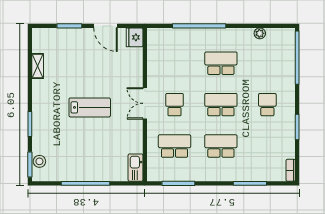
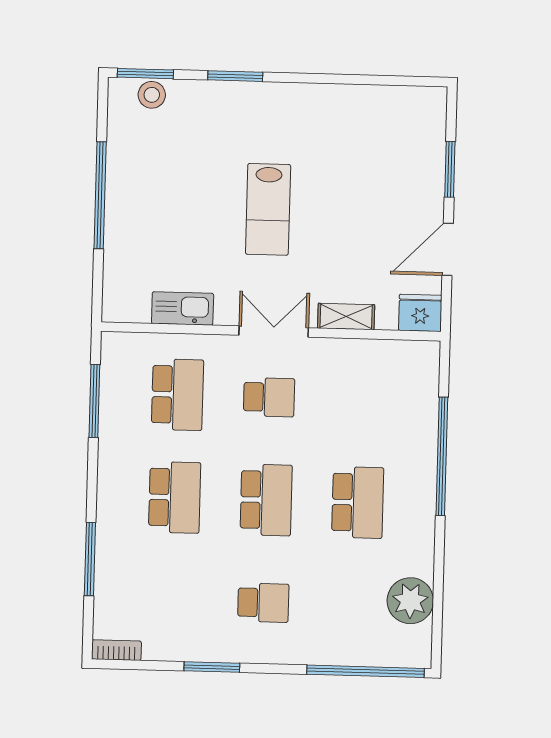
plant: (260, 33) -> (410, 601), width x1.87, depth x1.87
shelving: (38, 66) -> (346, 316), moved
kitchen sink: (136, 168) -> (183, 308), moved

